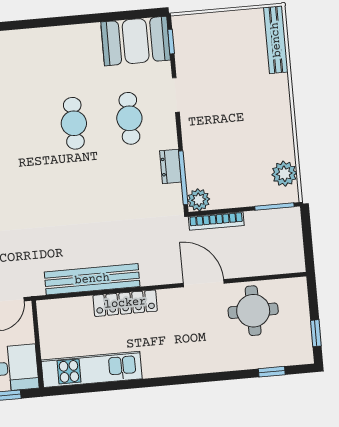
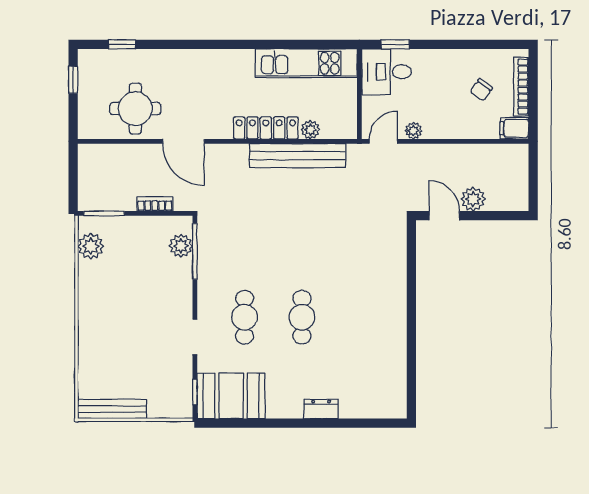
bench: (276, 40) -> (112, 409), moved, turned 90
dresser: (171, 166) -> (321, 409), moved, turned -90
plant: (199, 200) -> (181, 246), moved
bookcase: (216, 221) -> (155, 204), width x0.64
plant: (82, 305) -> (310, 130), added

